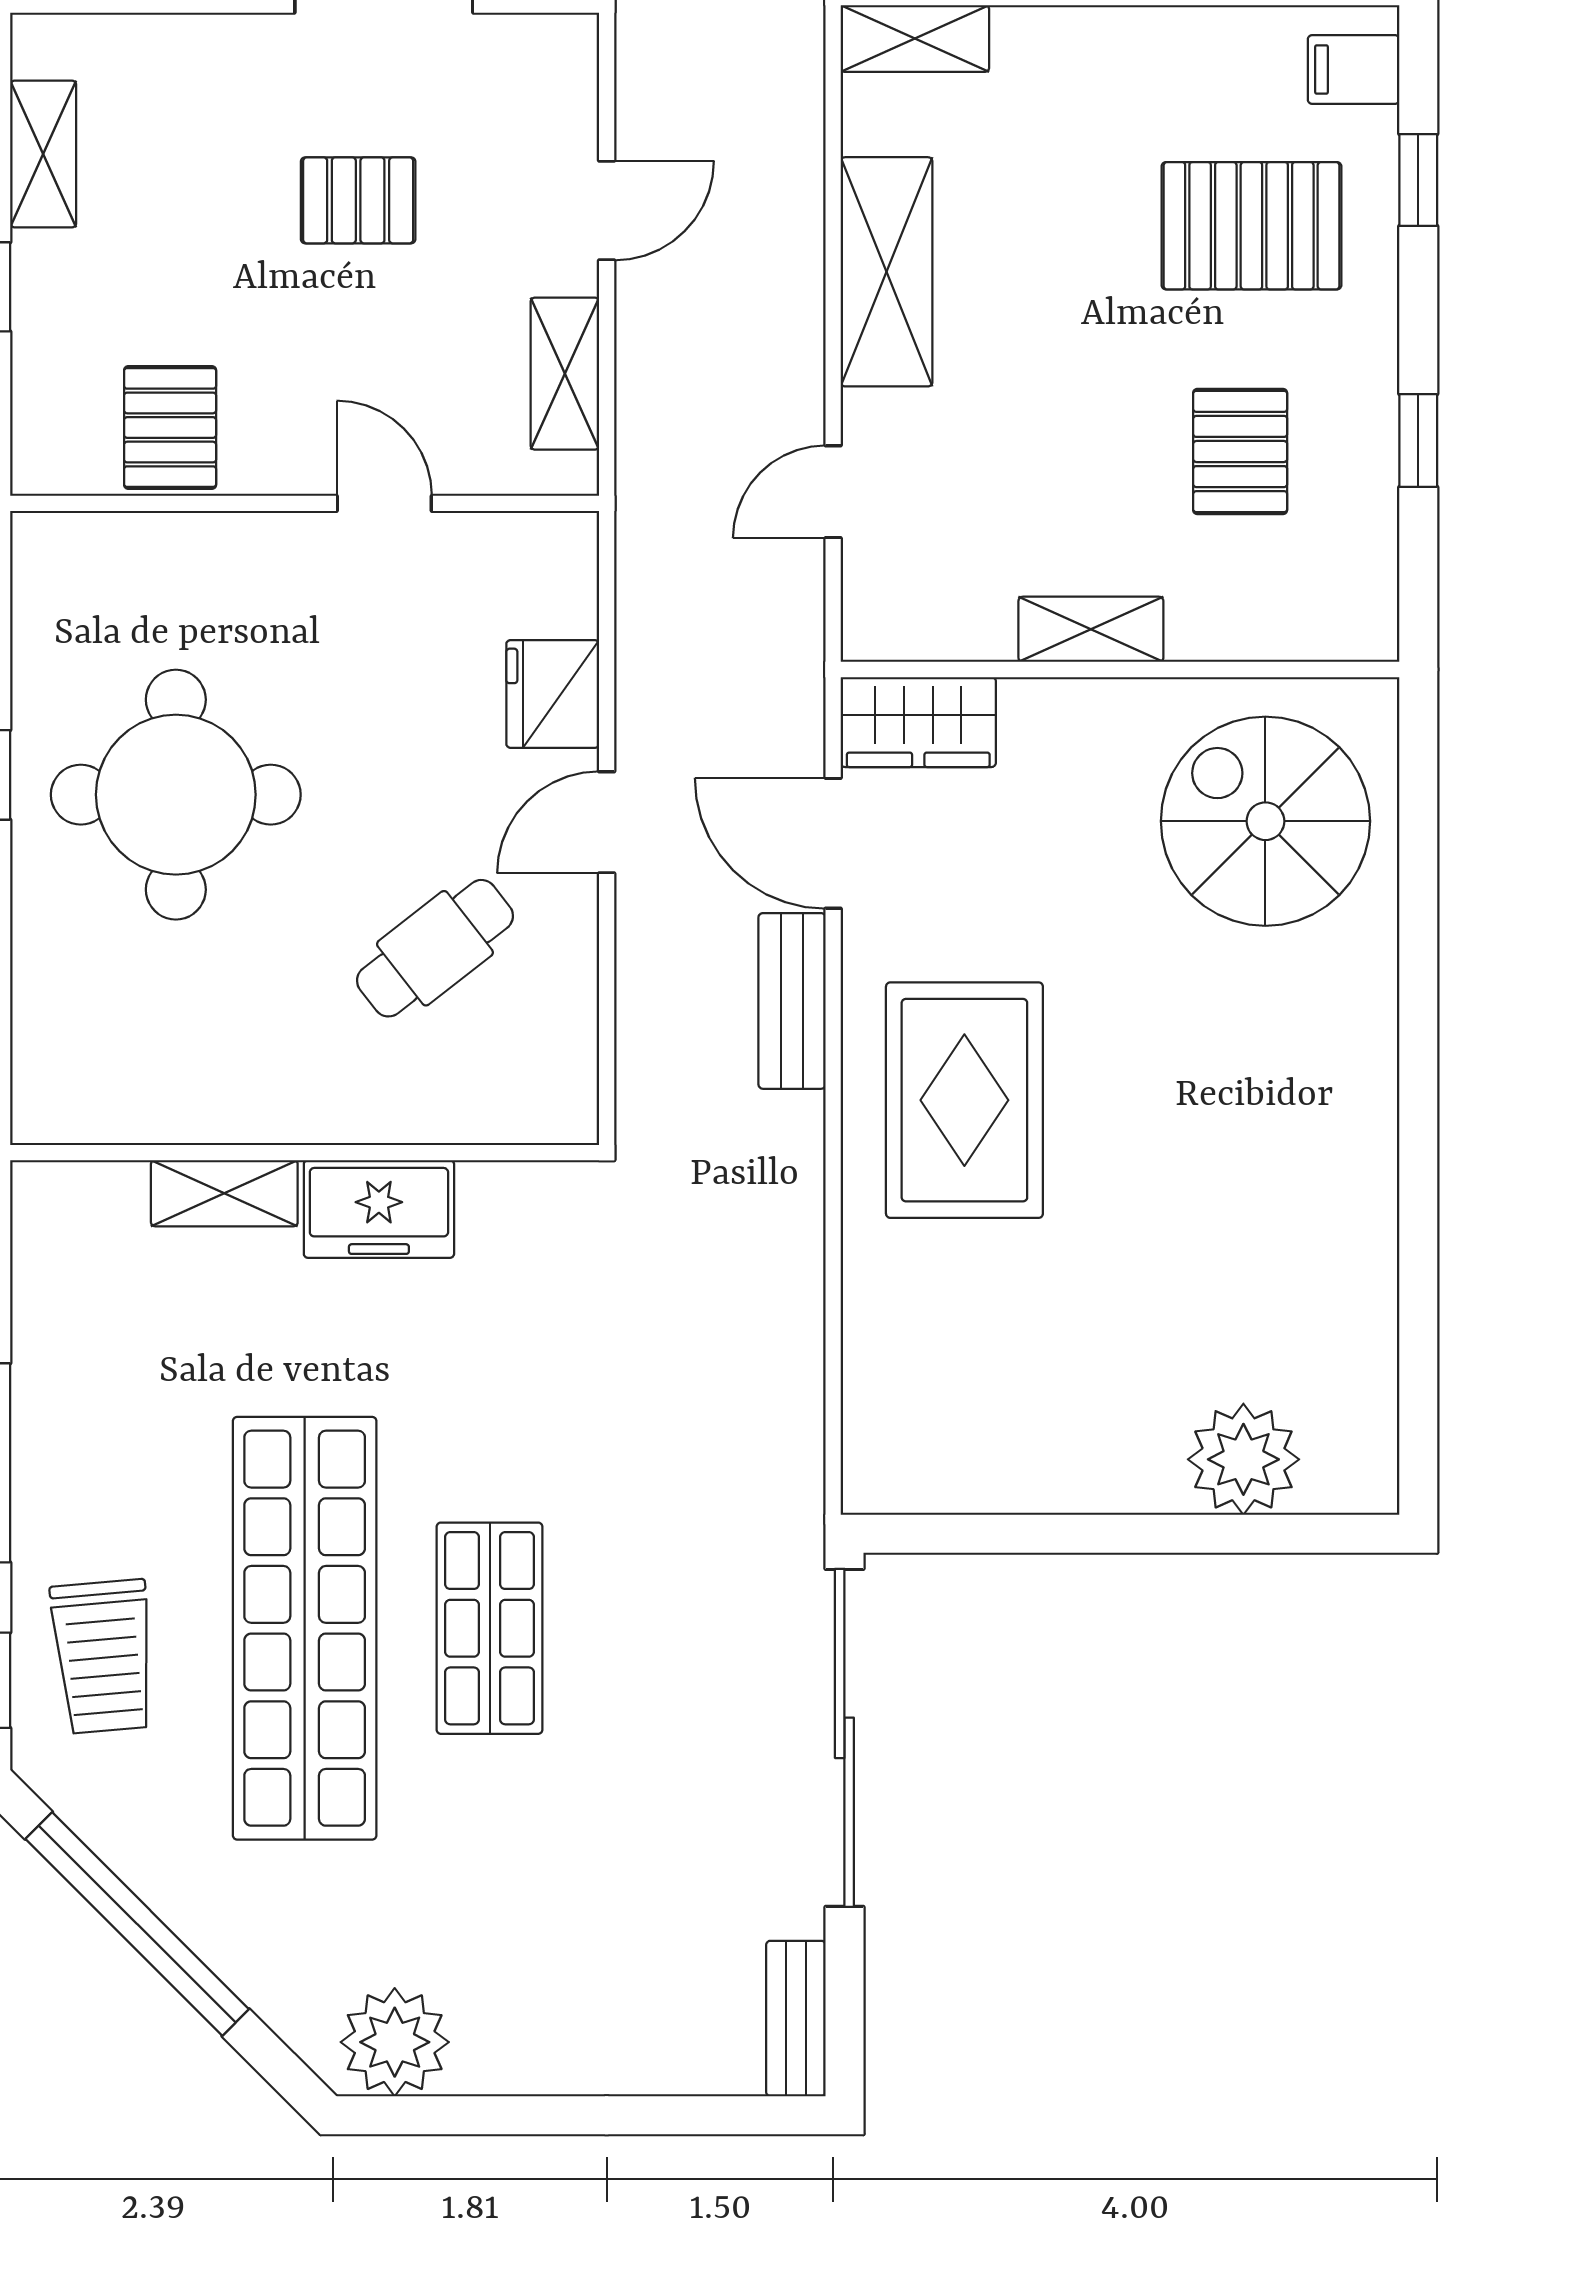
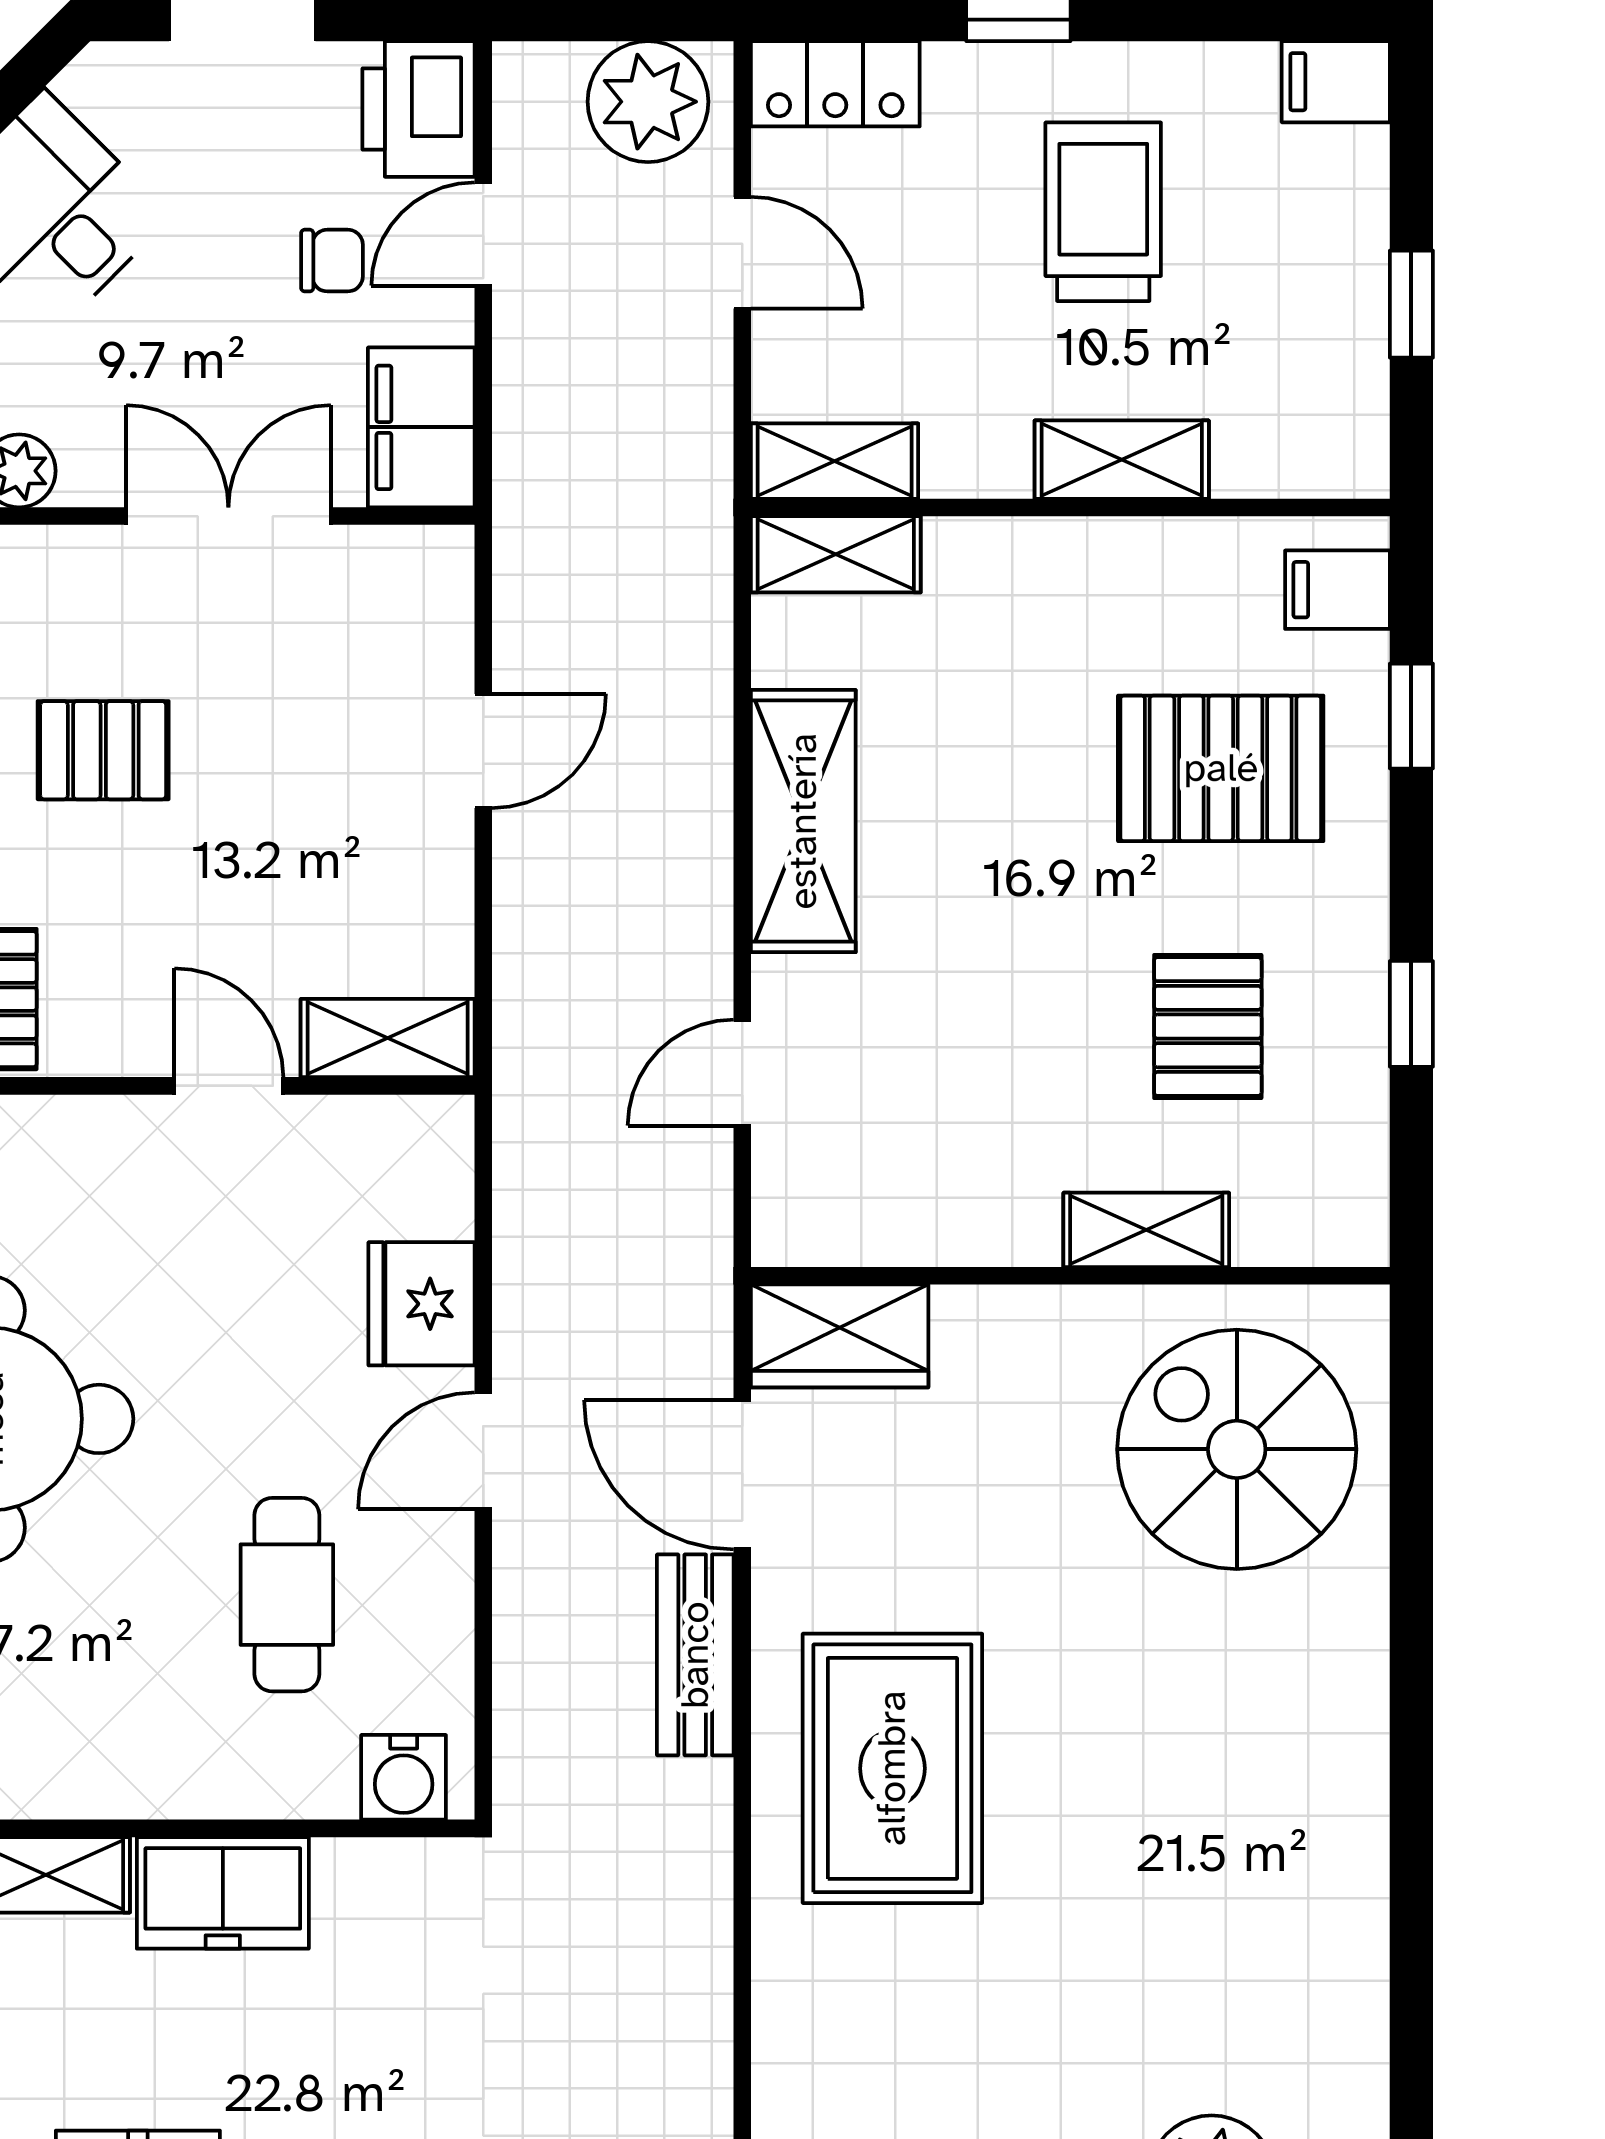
pallet: (358, 200) -> (103, 750), moved
shelving: (565, 374) -> (388, 1038), moved, turned 90
shelving: (1091, 629) -> (1146, 1230), moved
cafe table: (435, 948) -> (287, 1595), turned -52
water cooler: (537, 1108) -> (404, 1777), added

